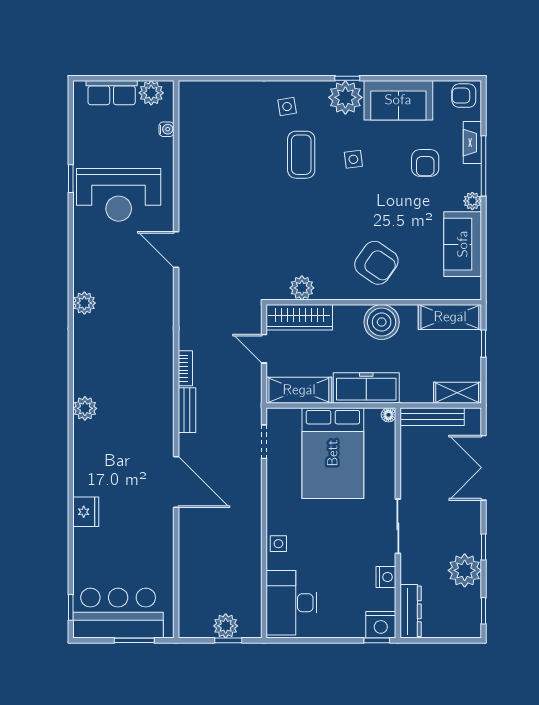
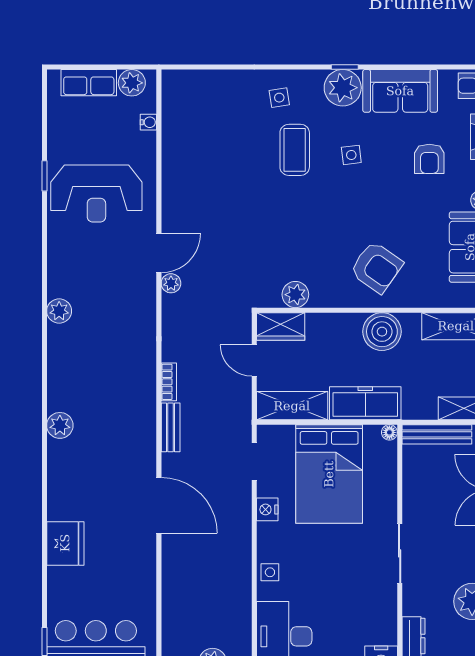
door: (176, 250) -> (159, 253), swing flipped
plant: (187, 278) -> (171, 283), added
wardrobe: (299, 317) -> (281, 326), width x0.67
fridge: (86, 512) -> (65, 543), width x1.36, depth x1.34
nightstand: (386, 577) -> (267, 509), moved, turned 180

